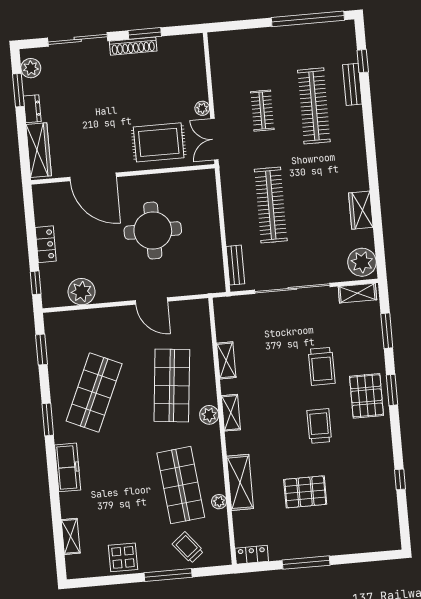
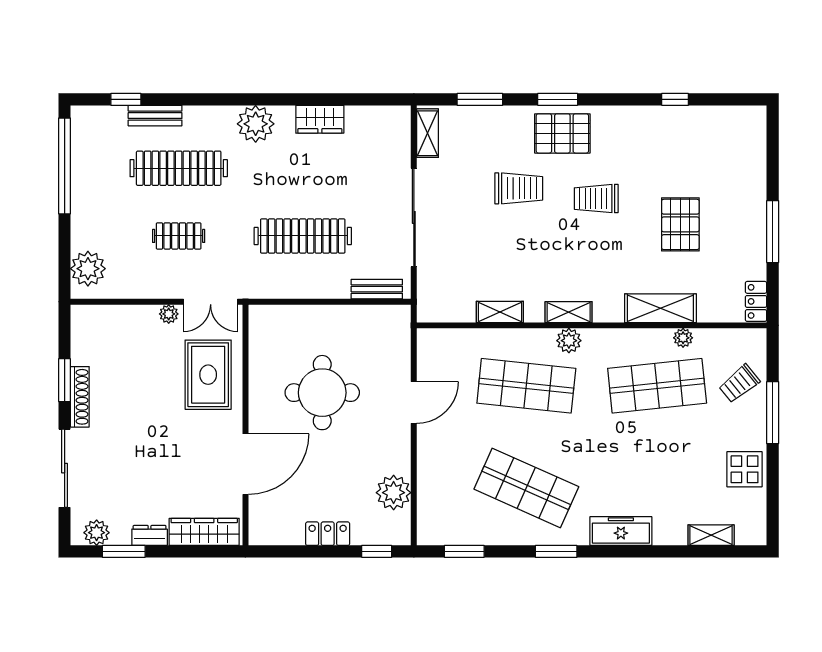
plant: (231, 44) -> (88, 269), added
plant: (362, 262) -> (256, 124), moved

